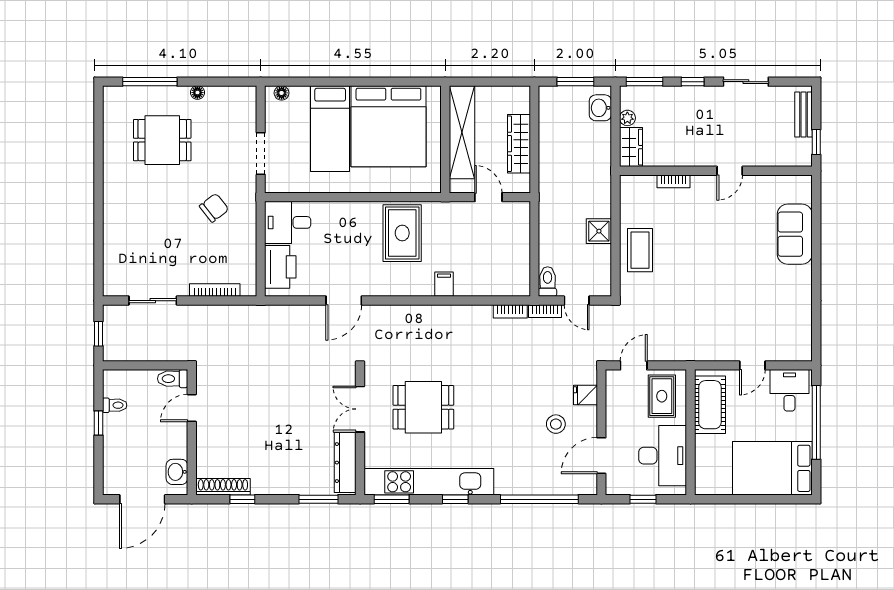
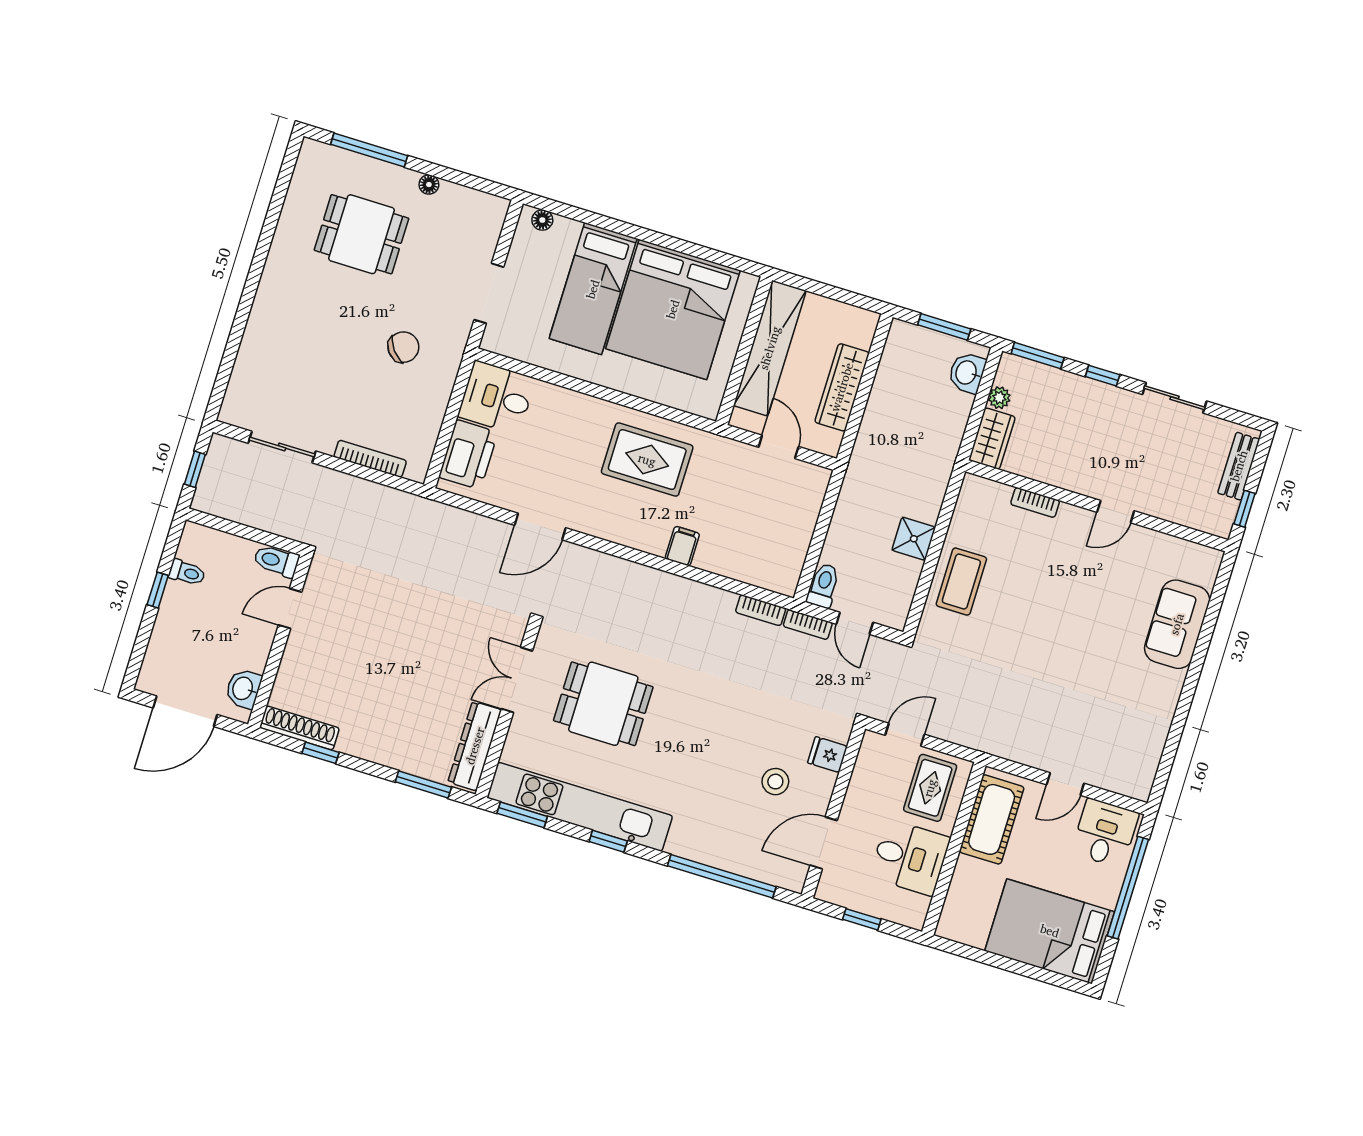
rug: (402, 233) -> (647, 460), turned 90
desk: (663, 456) -> (910, 857), width x0.73

